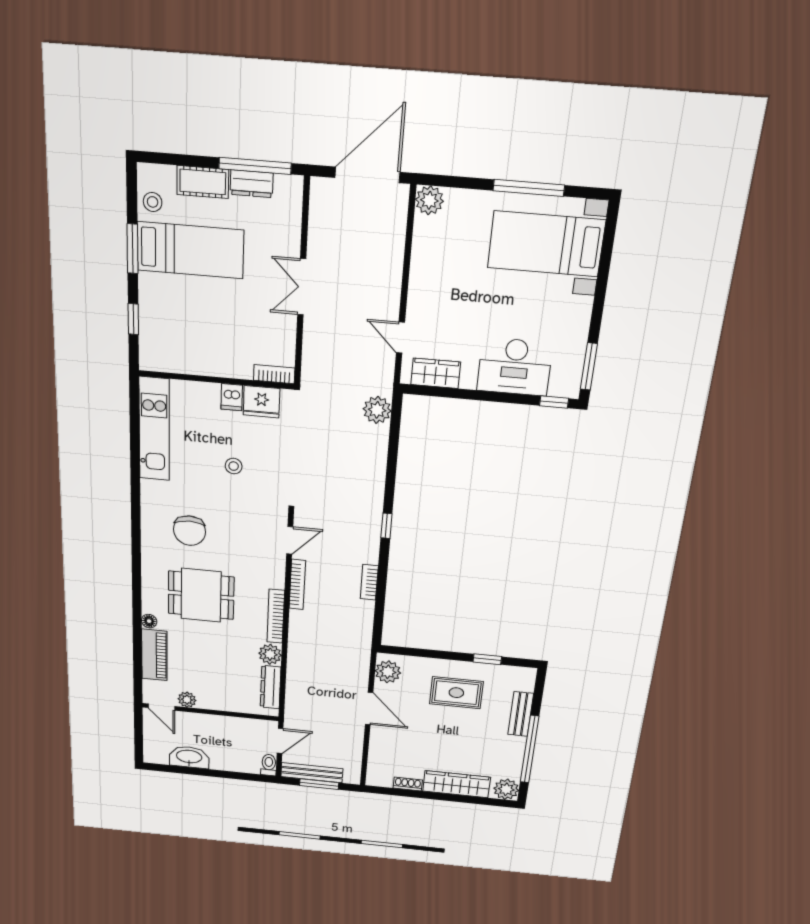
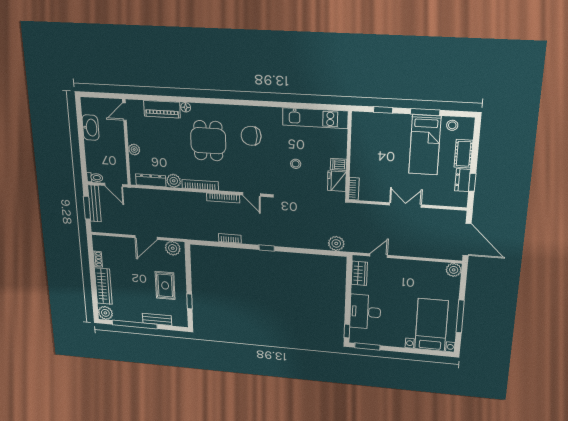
window: (255, 166) -> (472, 182), width x0.46
plant: (187, 700) -> (134, 150), moved

